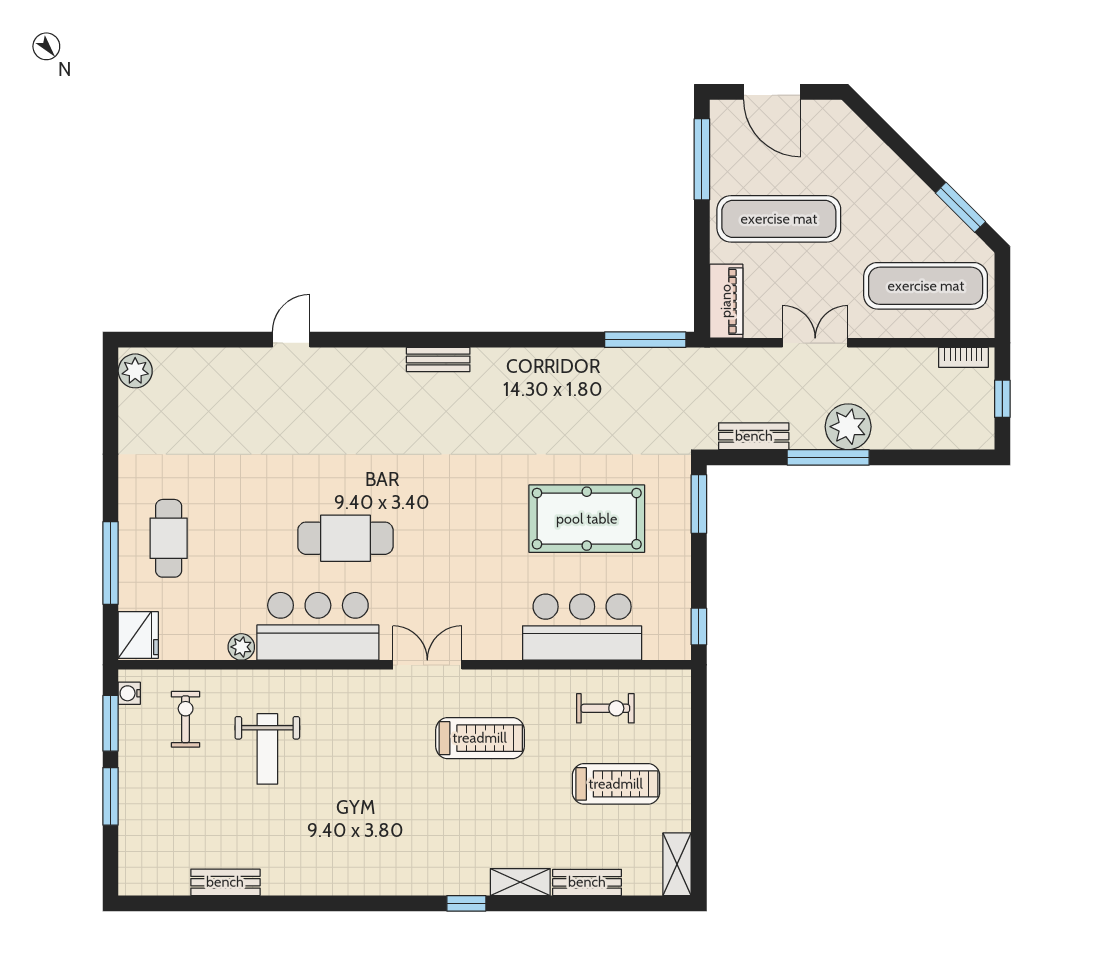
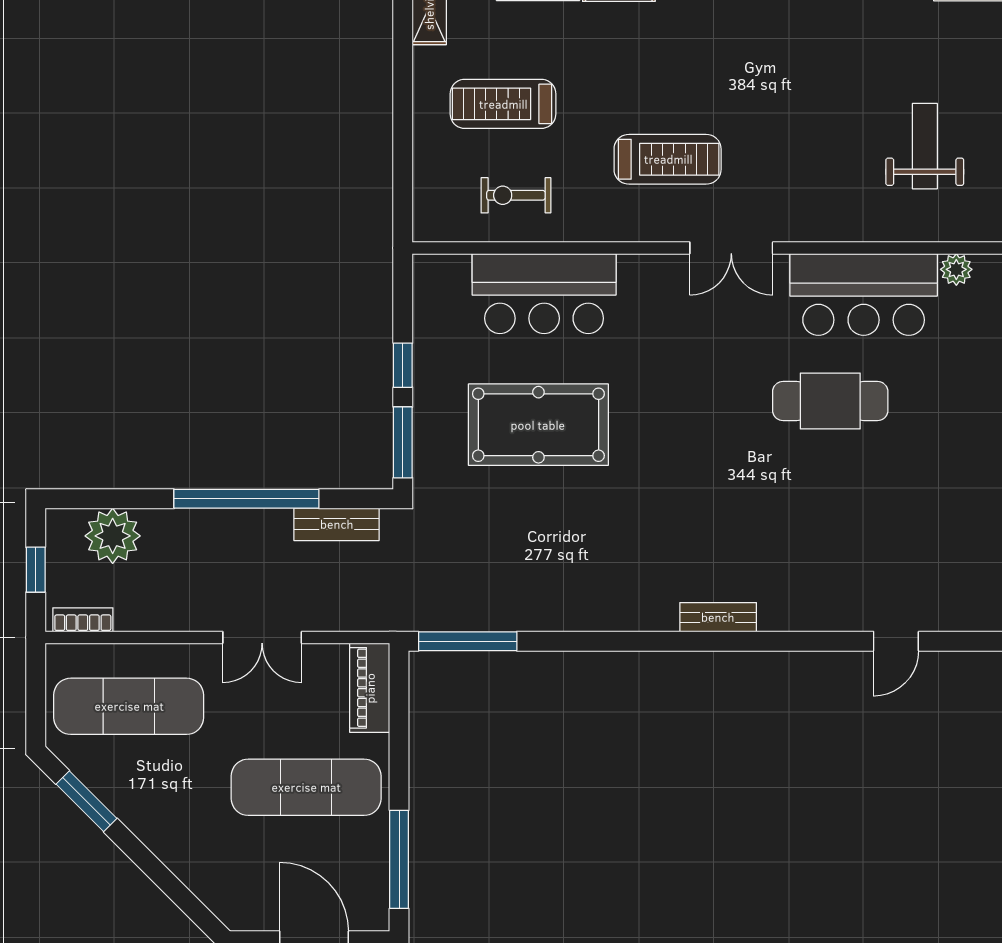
plant: (848, 427) -> (113, 536), moved
window: (828, 457) -> (246, 499), width x1.46
window: (699, 627) -> (403, 365), moved
treadmill: (480, 738) -> (668, 159), turned 180

